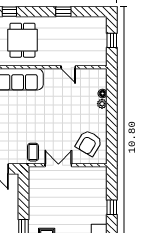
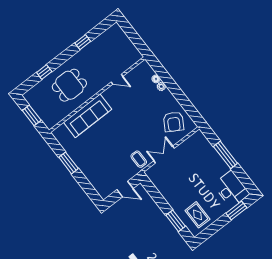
dining table: (22, 40) -> (69, 85), turned 90
window: (112, 40) -> (133, 36), removed
window: (112, 207) -> (225, 155), width x2.17

